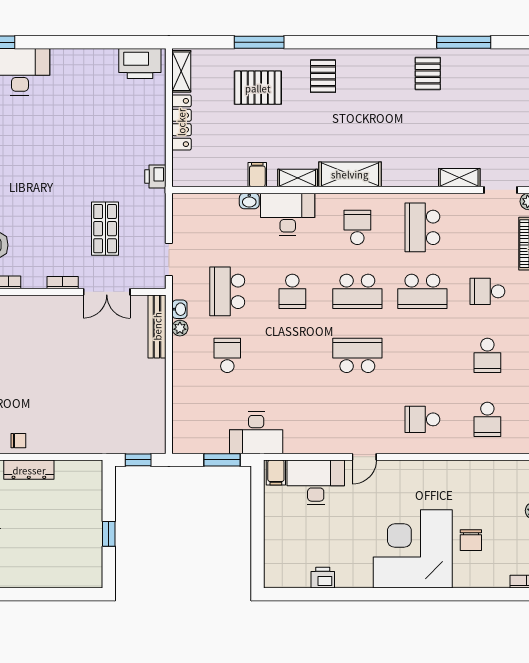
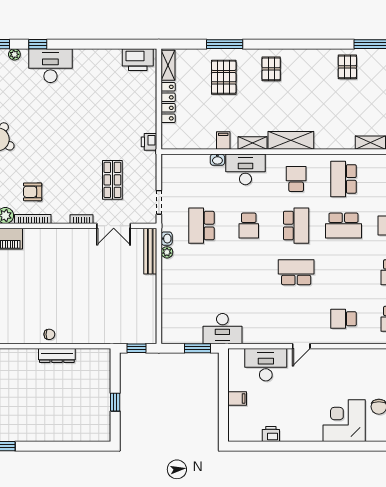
pallet: (258, 88) -> (224, 77), turned 90
school desk: (357, 291) -> (296, 226), turned -90
school desk: (227, 355) -> (201, 272), removed
filing cabinet: (276, 473) -> (237, 399), moved, turned -90
corner desk: (413, 549) -> (344, 421), width x0.74, depth x0.74

